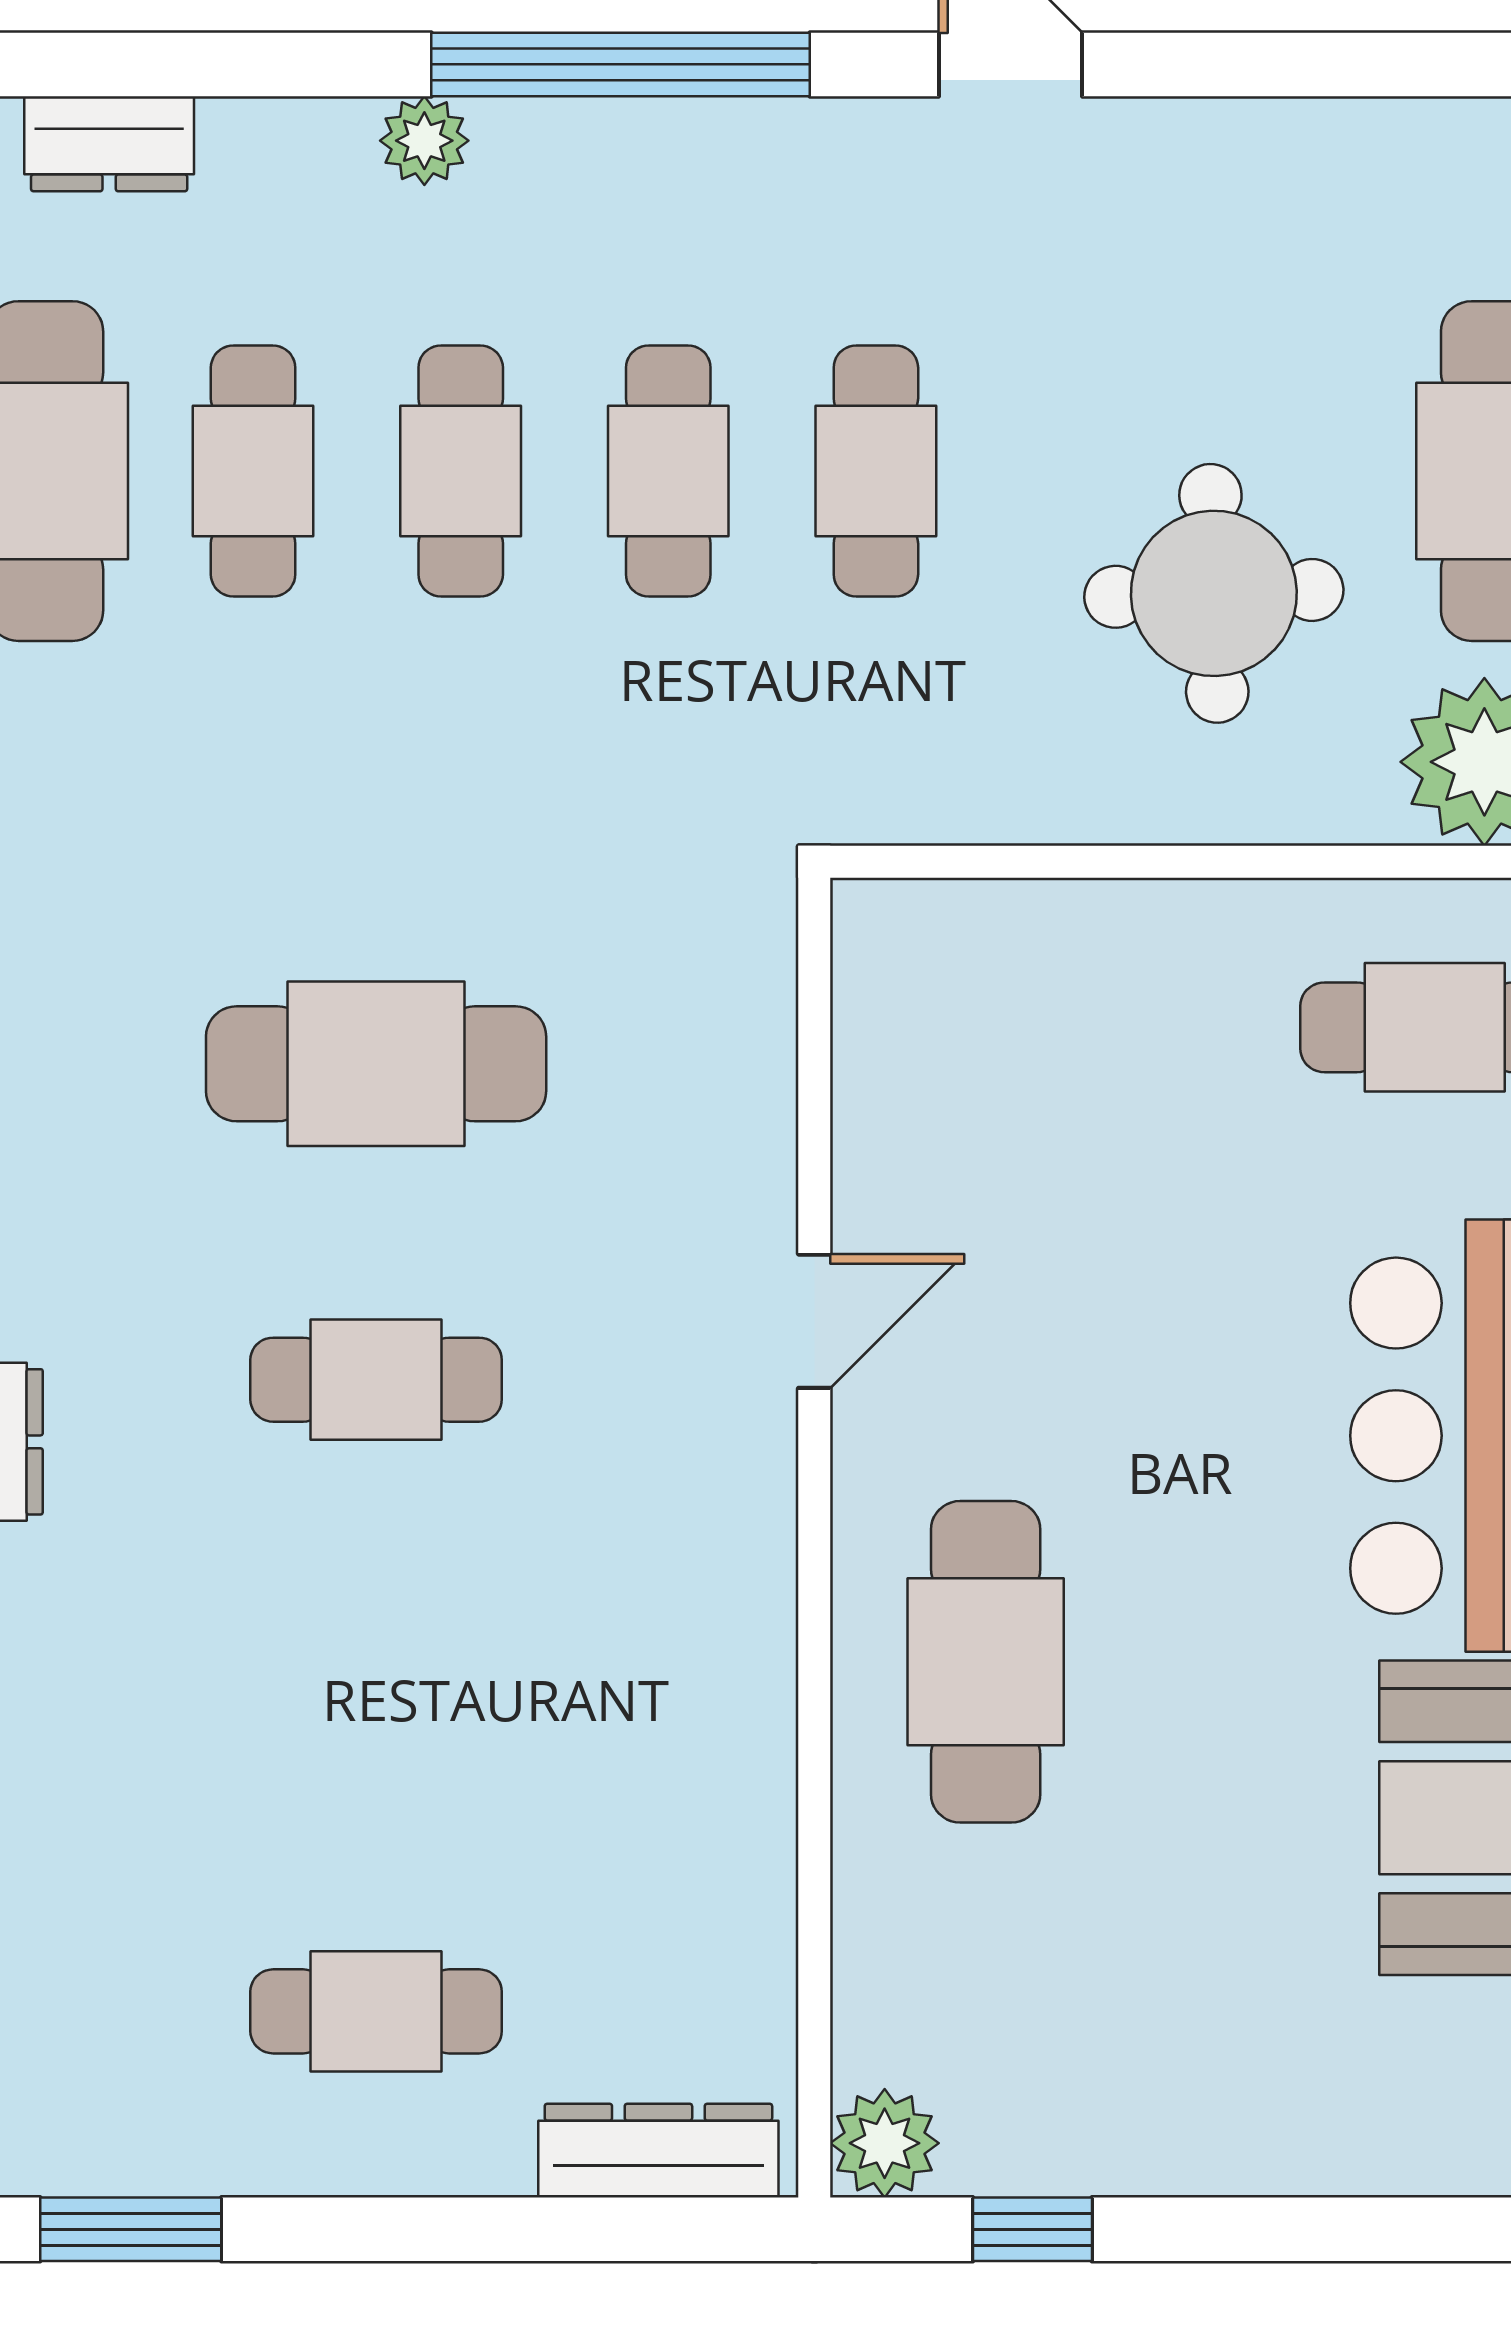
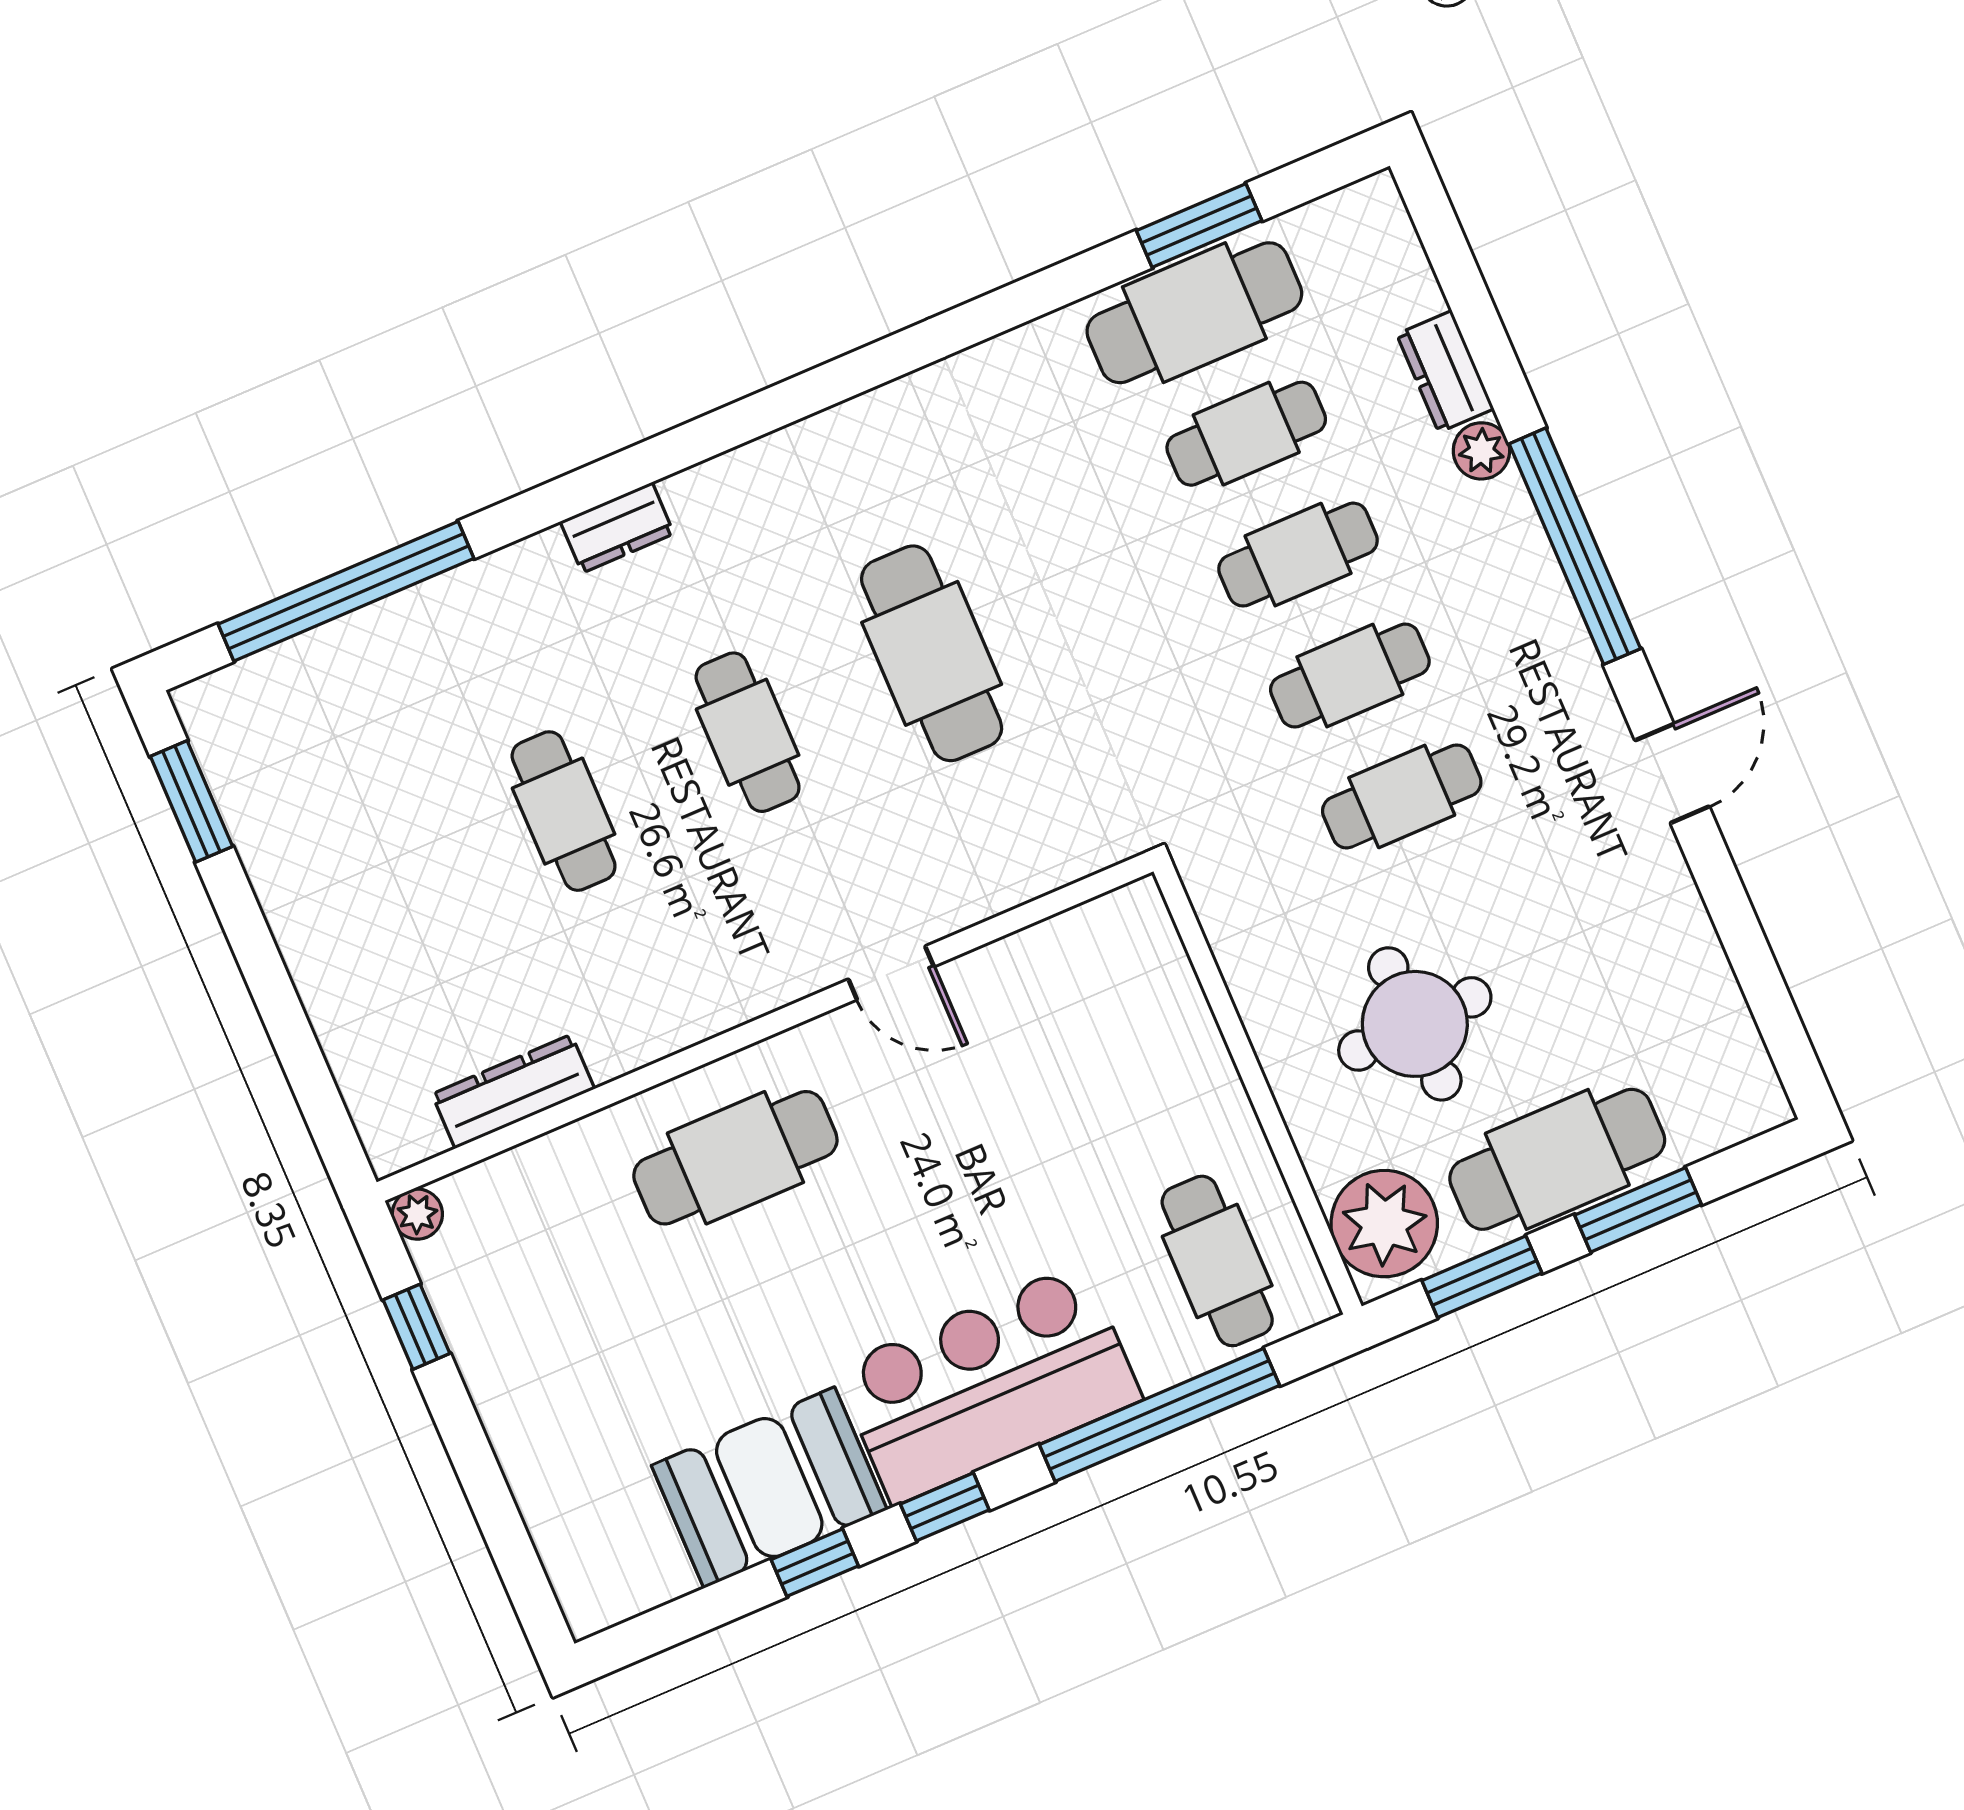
dresser: (109, 144) -> (1445, 371), moved
cafe table: (376, 2011) -> (564, 811), moved
plant: (885, 2143) -> (417, 1214), width x0.73, depth x0.73
dresser: (658, 2151) -> (513, 1092), moved, turned -90

